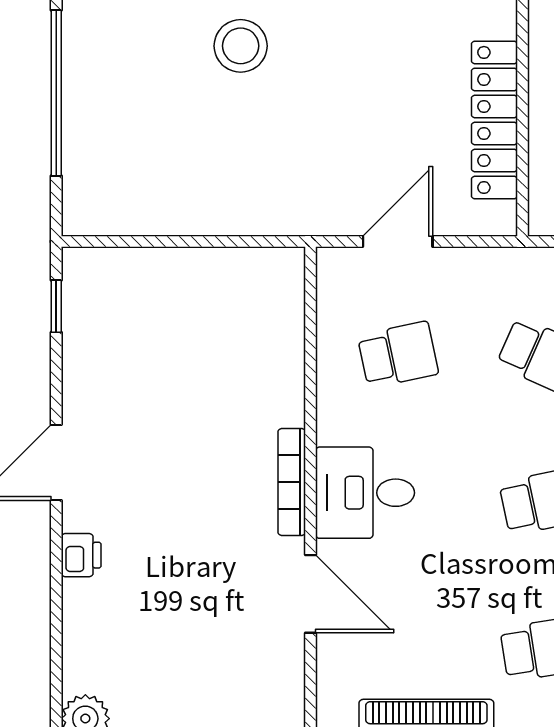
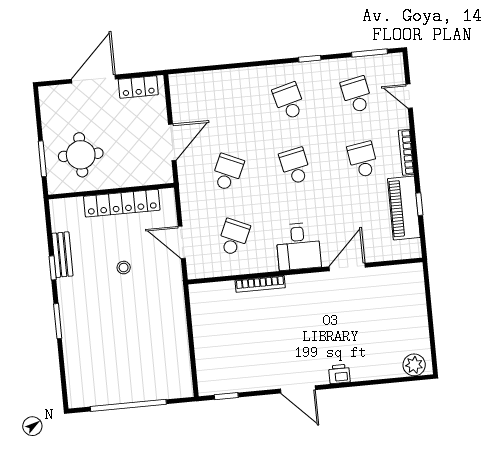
stool: (241, 46) -> (124, 268), moved, width x0.53, depth x0.53
school desk: (398, 355) -> (234, 237), turned 36
bookcase: (292, 482) -> (260, 284), moved

